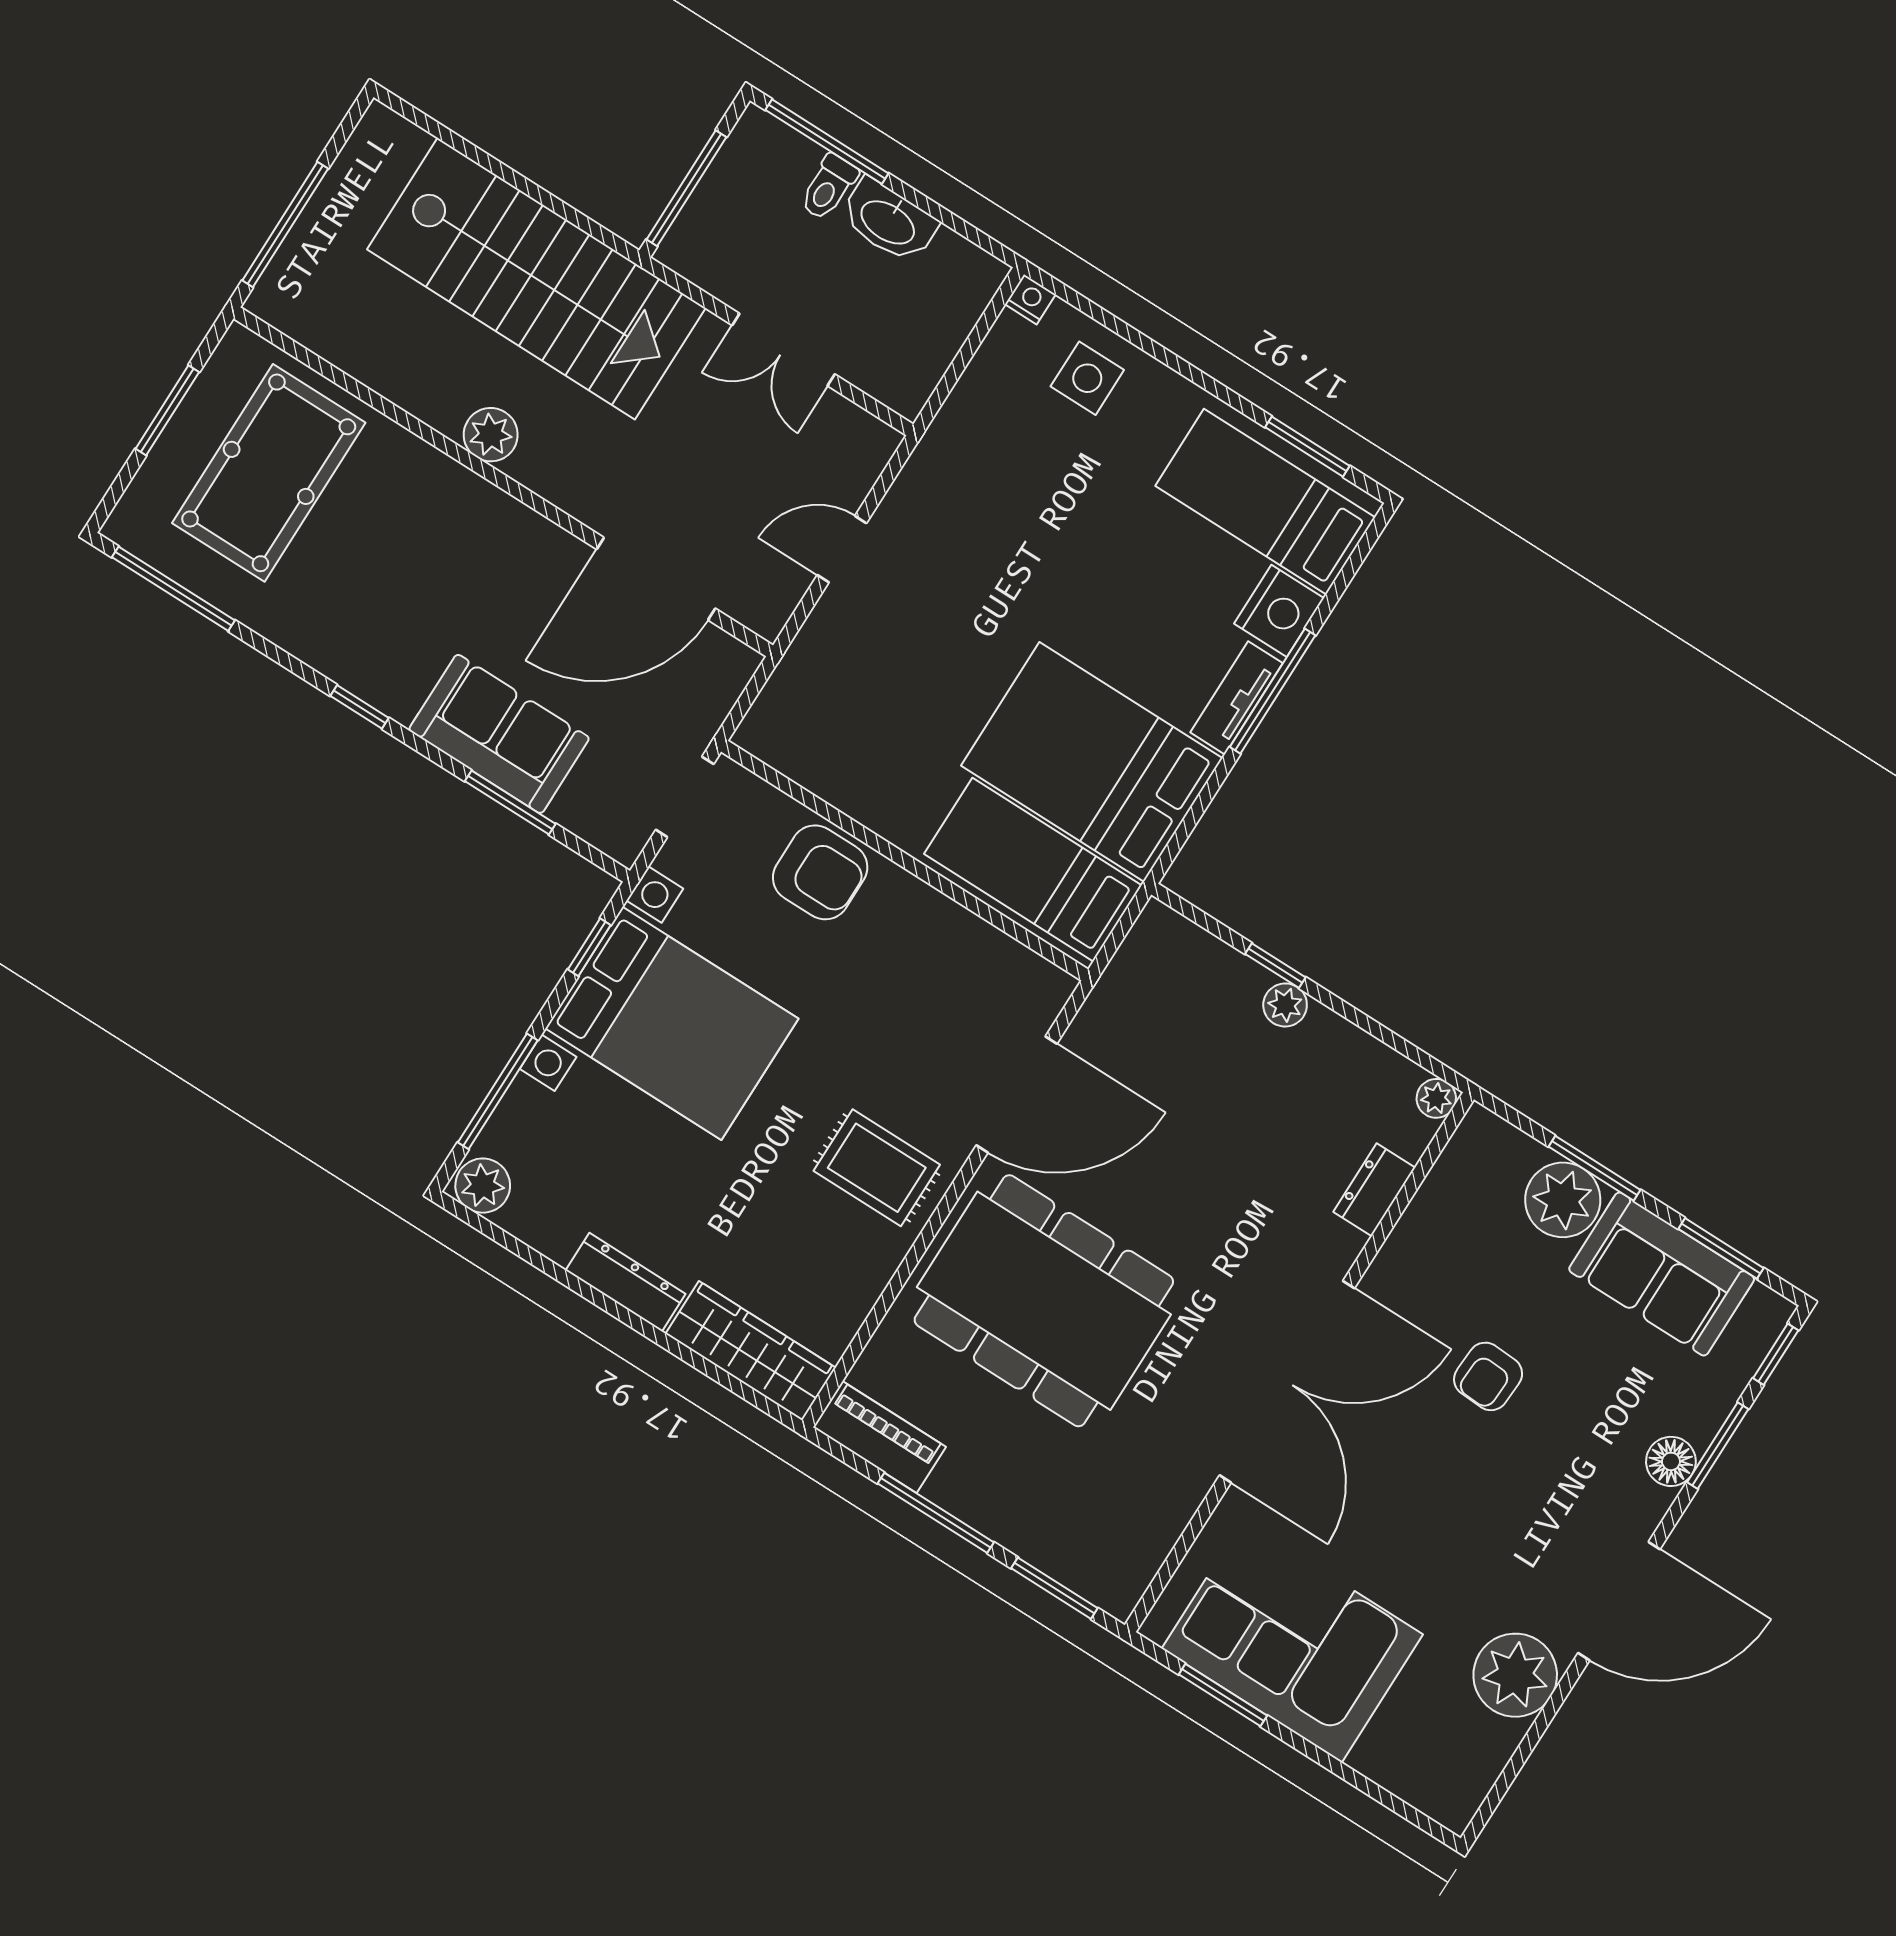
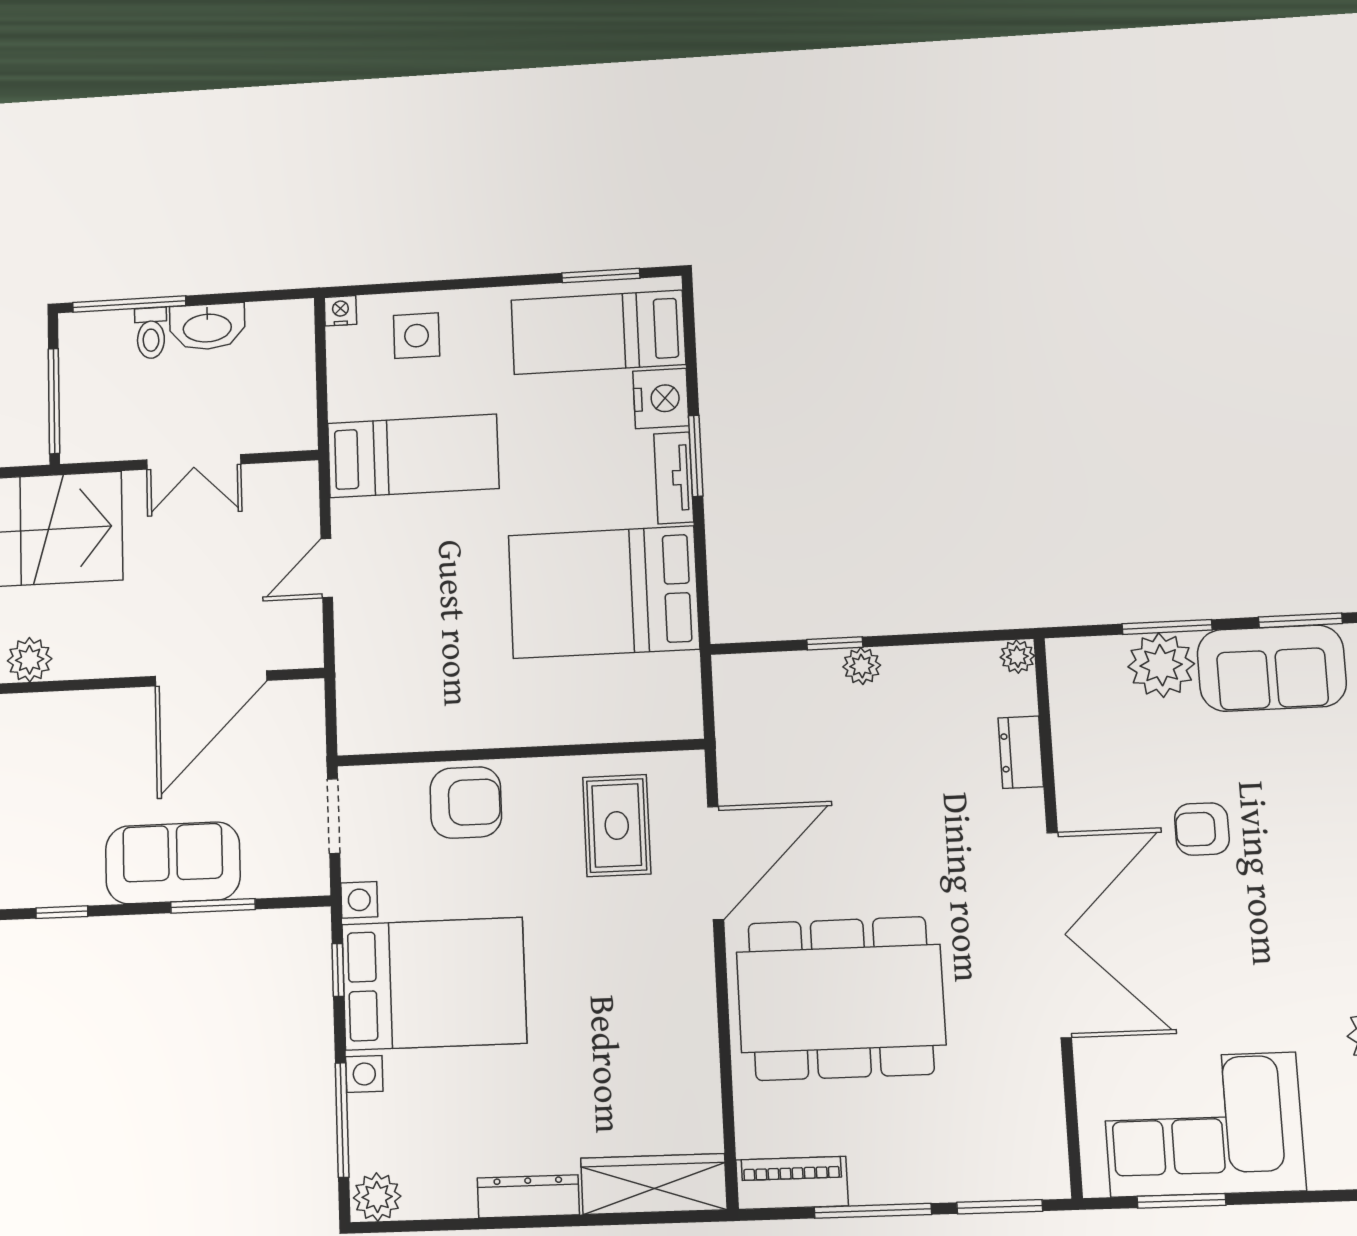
window: (1273, 691) -> (696, 456), width x0.69
bed: (1033, 870) -> (413, 456), moved, turned 180
rug: (877, 1168) -> (617, 826), moved, turned 90
armchair: (1488, 1376) -> (1202, 829), turned 87

